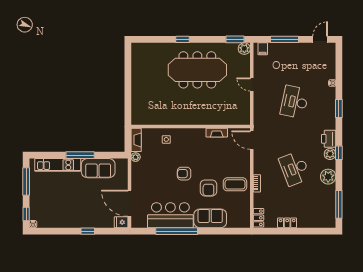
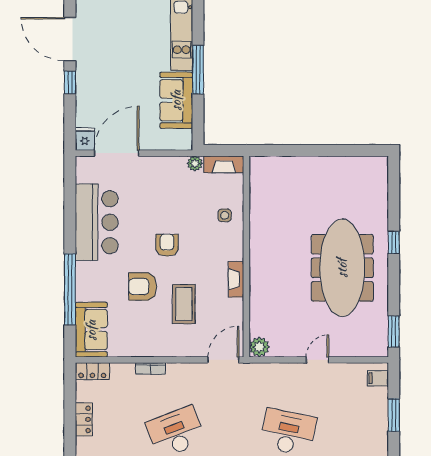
window: (285, 39) -> (394, 415), width x0.69
plant: (244, 49) -> (259, 347), moved
fireplace: (217, 133) -> (236, 279), moved
coffee table: (235, 184) -> (184, 304), moved
sofa: (210, 218) -> (91, 330), moved
door: (62, 231) -> (70, 39), added
window: (177, 231) -> (70, 289), moved

